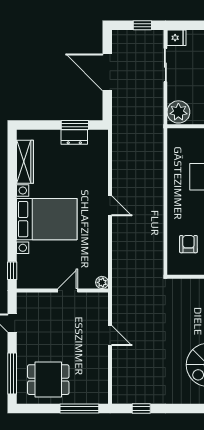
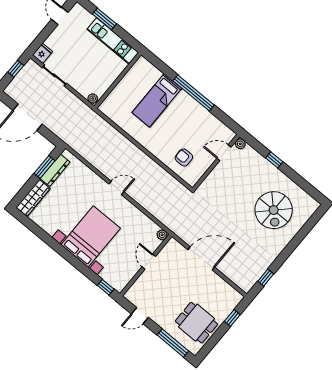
plant: (178, 112) -> (93, 99), width x0.53, depth x0.53
dresser: (74, 137) -> (55, 170), width x1.44
wardrobe: (25, 162) -> (33, 198), moved, turned 90
door: (110, 336) -> (201, 258), width x1.87
dining table: (48, 380) -> (196, 323), turned 90
window: (79, 408) -> (232, 318), width x0.46

